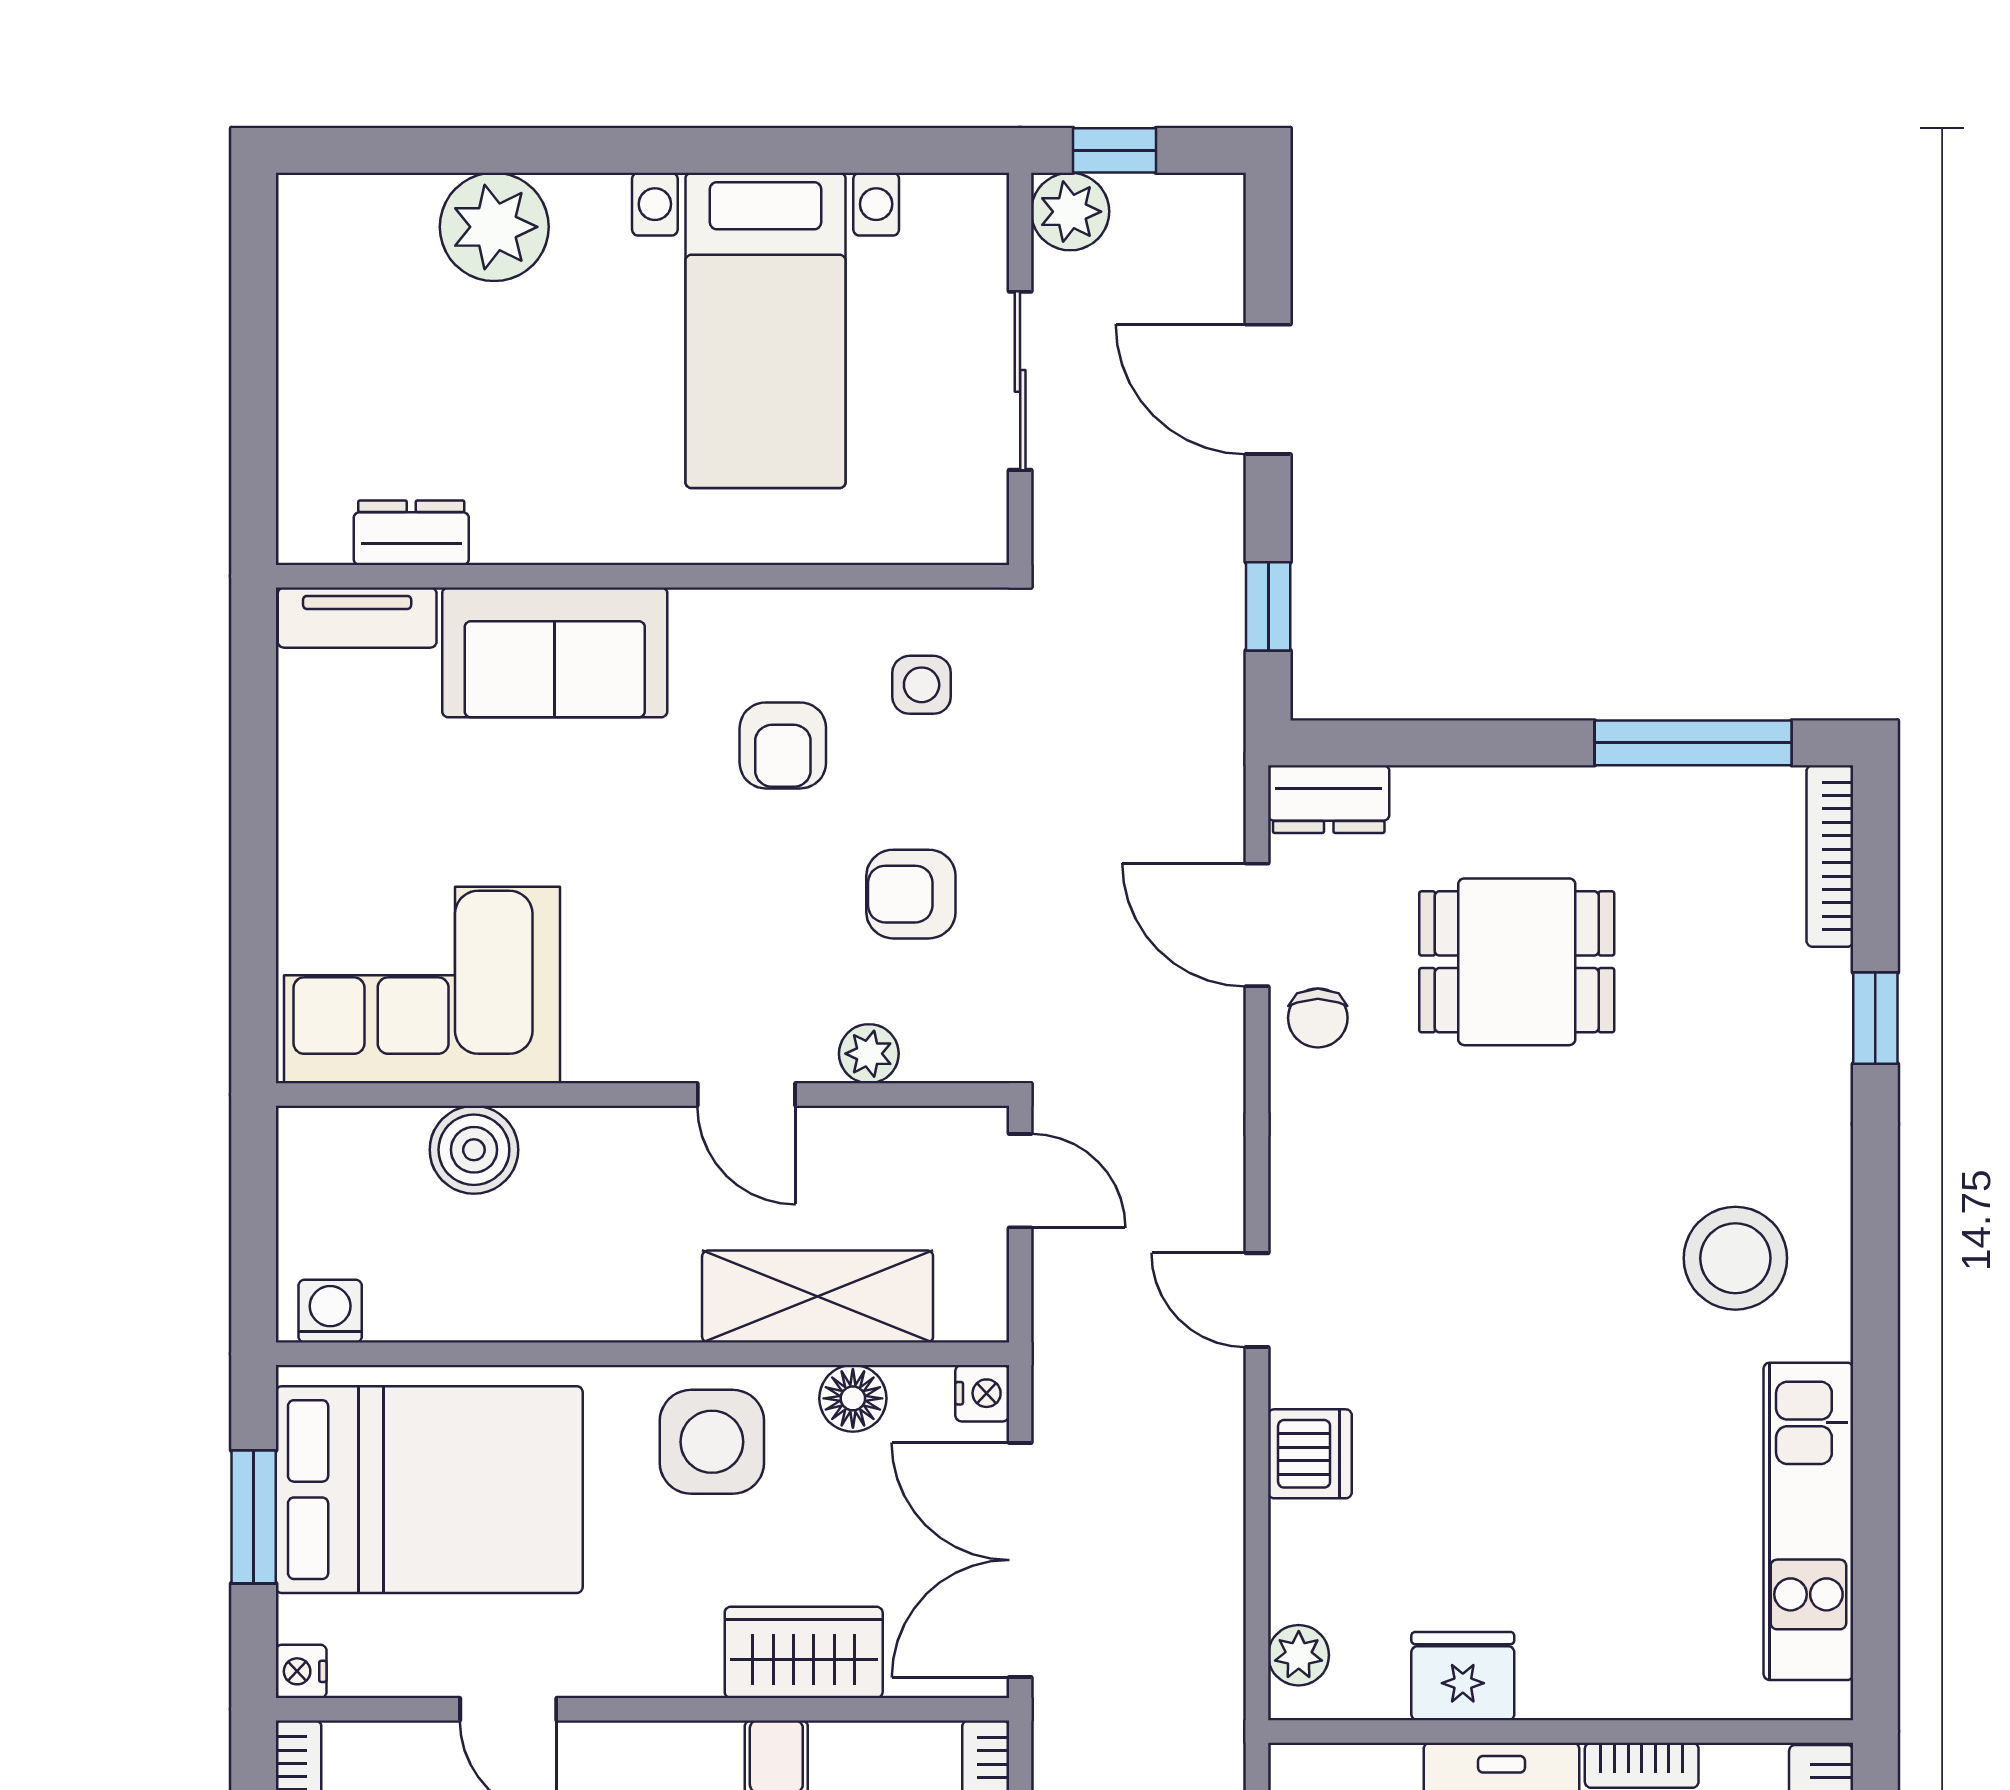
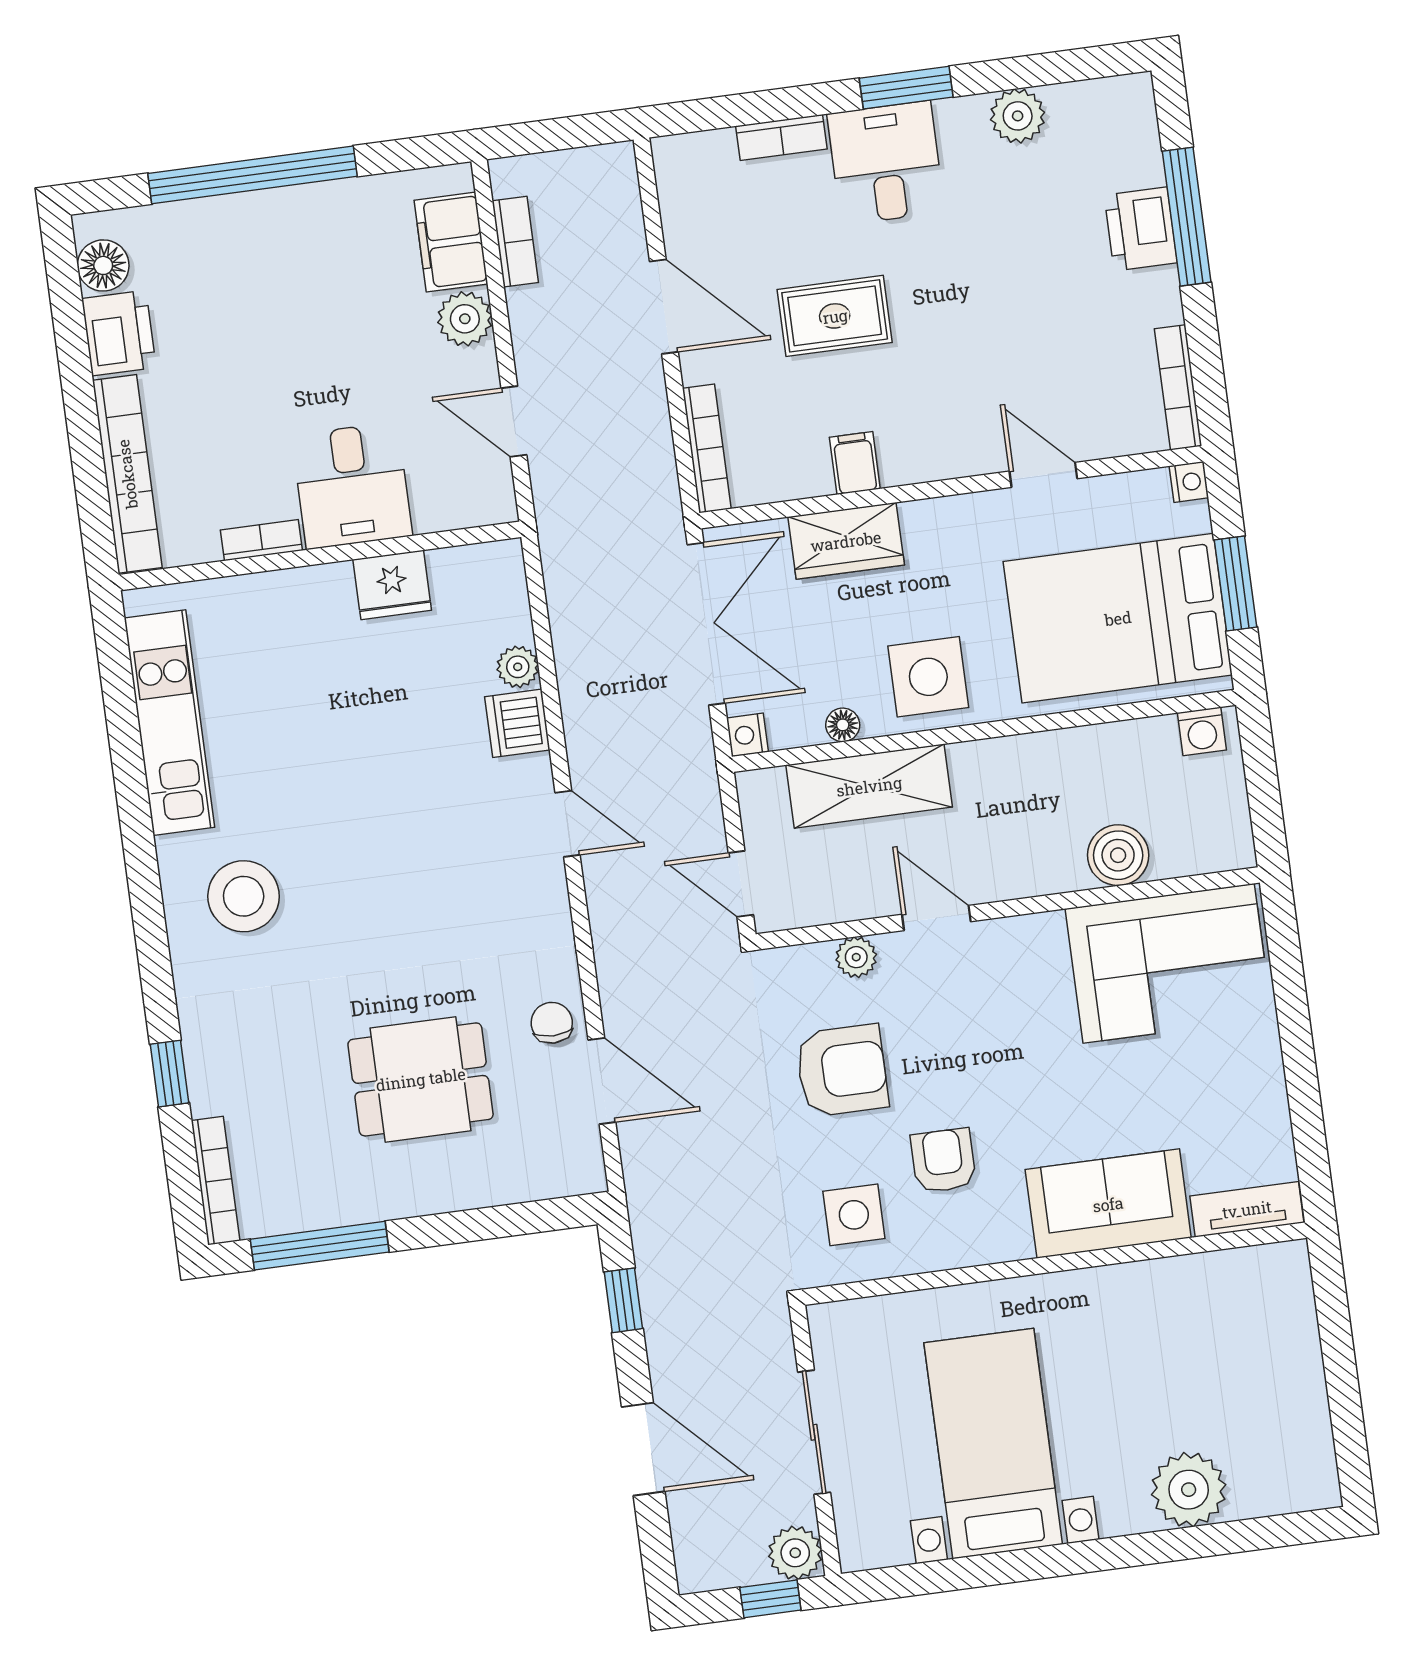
dresser: (411, 533) -> (1218, 1272), removed
side table: (922, 685) -> (854, 1215), width x1.37, depth x1.37
dresser: (1329, 799) -> (564, 1174), removed
armchair: (911, 894) -> (842, 1070), width x1.38, depth x1.38
floor lamp: (853, 1398) -> (843, 725), width x0.73, depth x0.73
plant: (1299, 1655) -> (518, 667), moved

